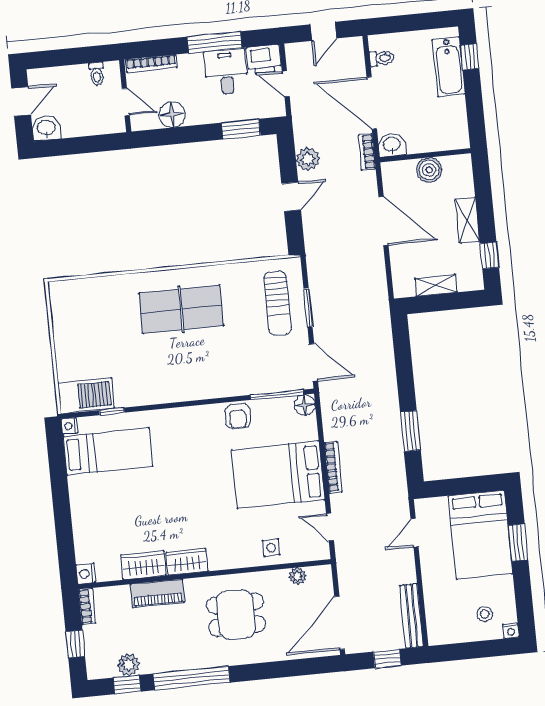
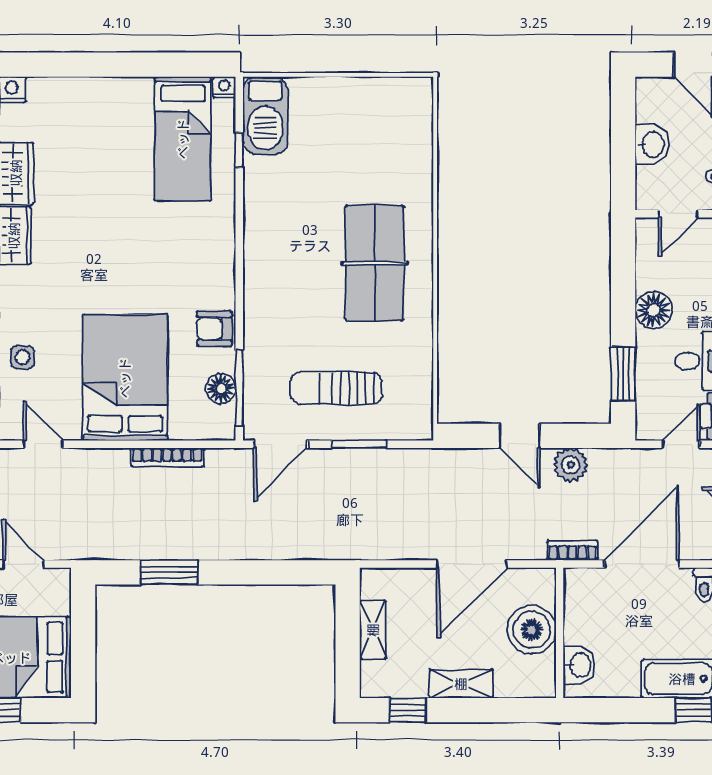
floor lamp: (172, 115) -> (654, 310), moved
washbasin: (46, 128) -> (652, 145), moved
washbasin: (392, 145) -> (579, 665), moved
boiler: (429, 170) -> (532, 630), width x1.37, depth x1.37
sun lounger: (277, 303) -> (336, 388), moved
floor lamp: (305, 405) -> (221, 389), moved
bookcase: (333, 467) -> (167, 457), moved
door: (330, 527) -> (43, 444), hinge flipped

